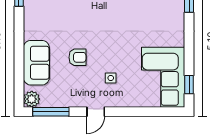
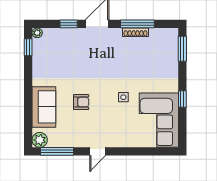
side table: (111, 78) -> (123, 97), moved
window: (189, 85) -> (182, 99), moved

